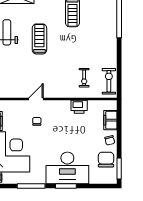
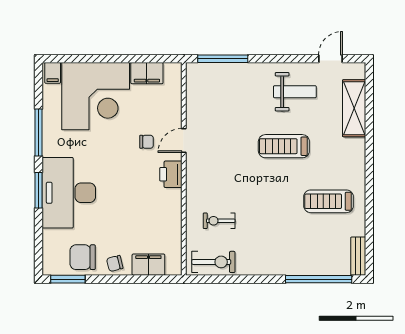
treadmill: (39, 39) -> (284, 146), turned 180
door: (36, 99) -> (184, 141), swing flipped
printer: (79, 107) -> (171, 174), moved
chair: (106, 160) -> (83, 257), turned 180

